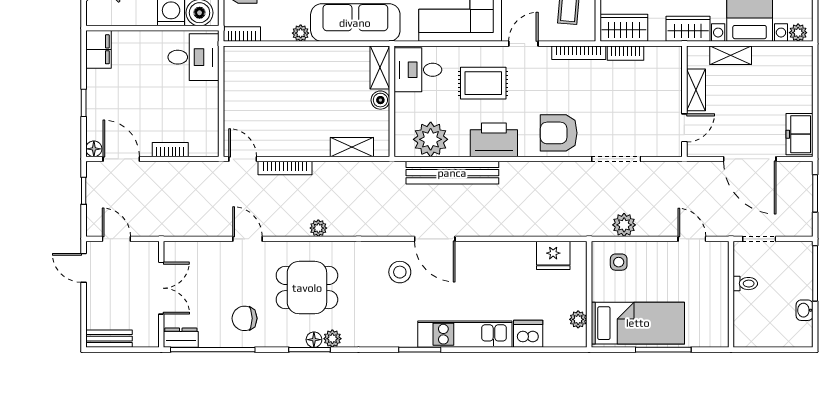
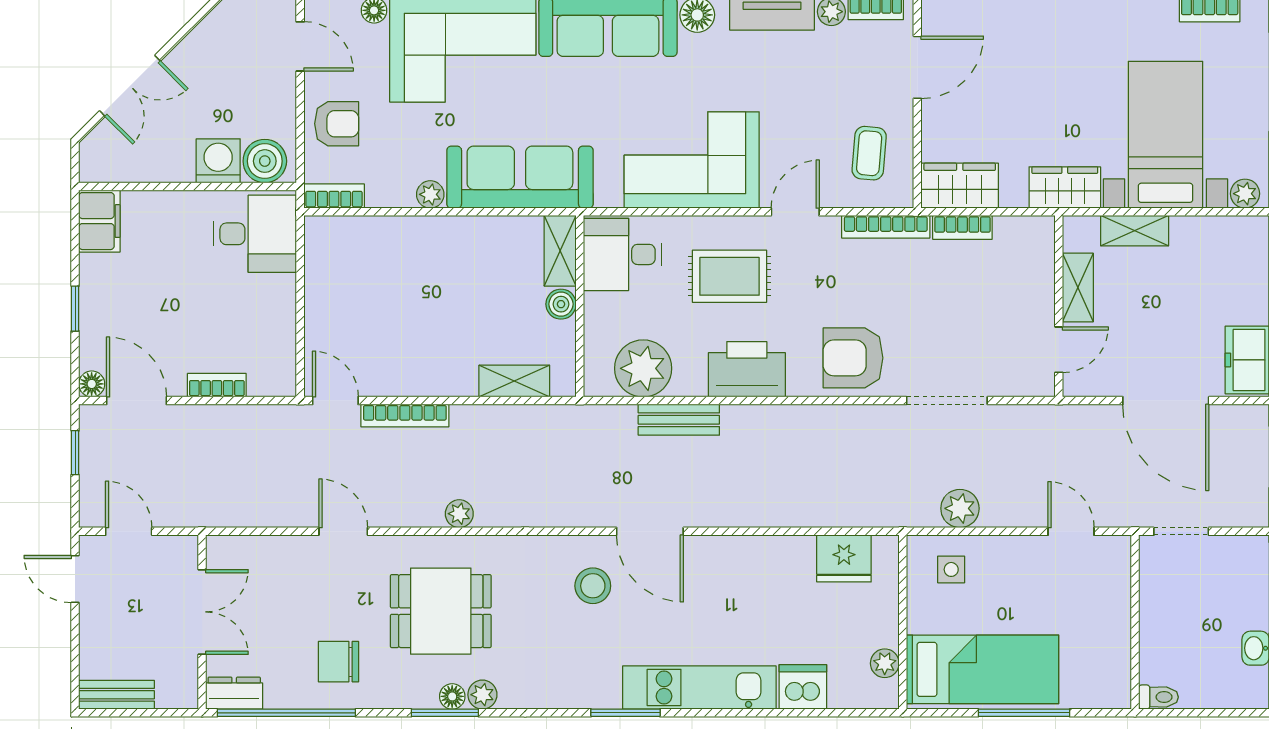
bench: (452, 173) -> (679, 420), width x0.54, depth x0.82
toilet: (745, 284) -> (1159, 697), moved

